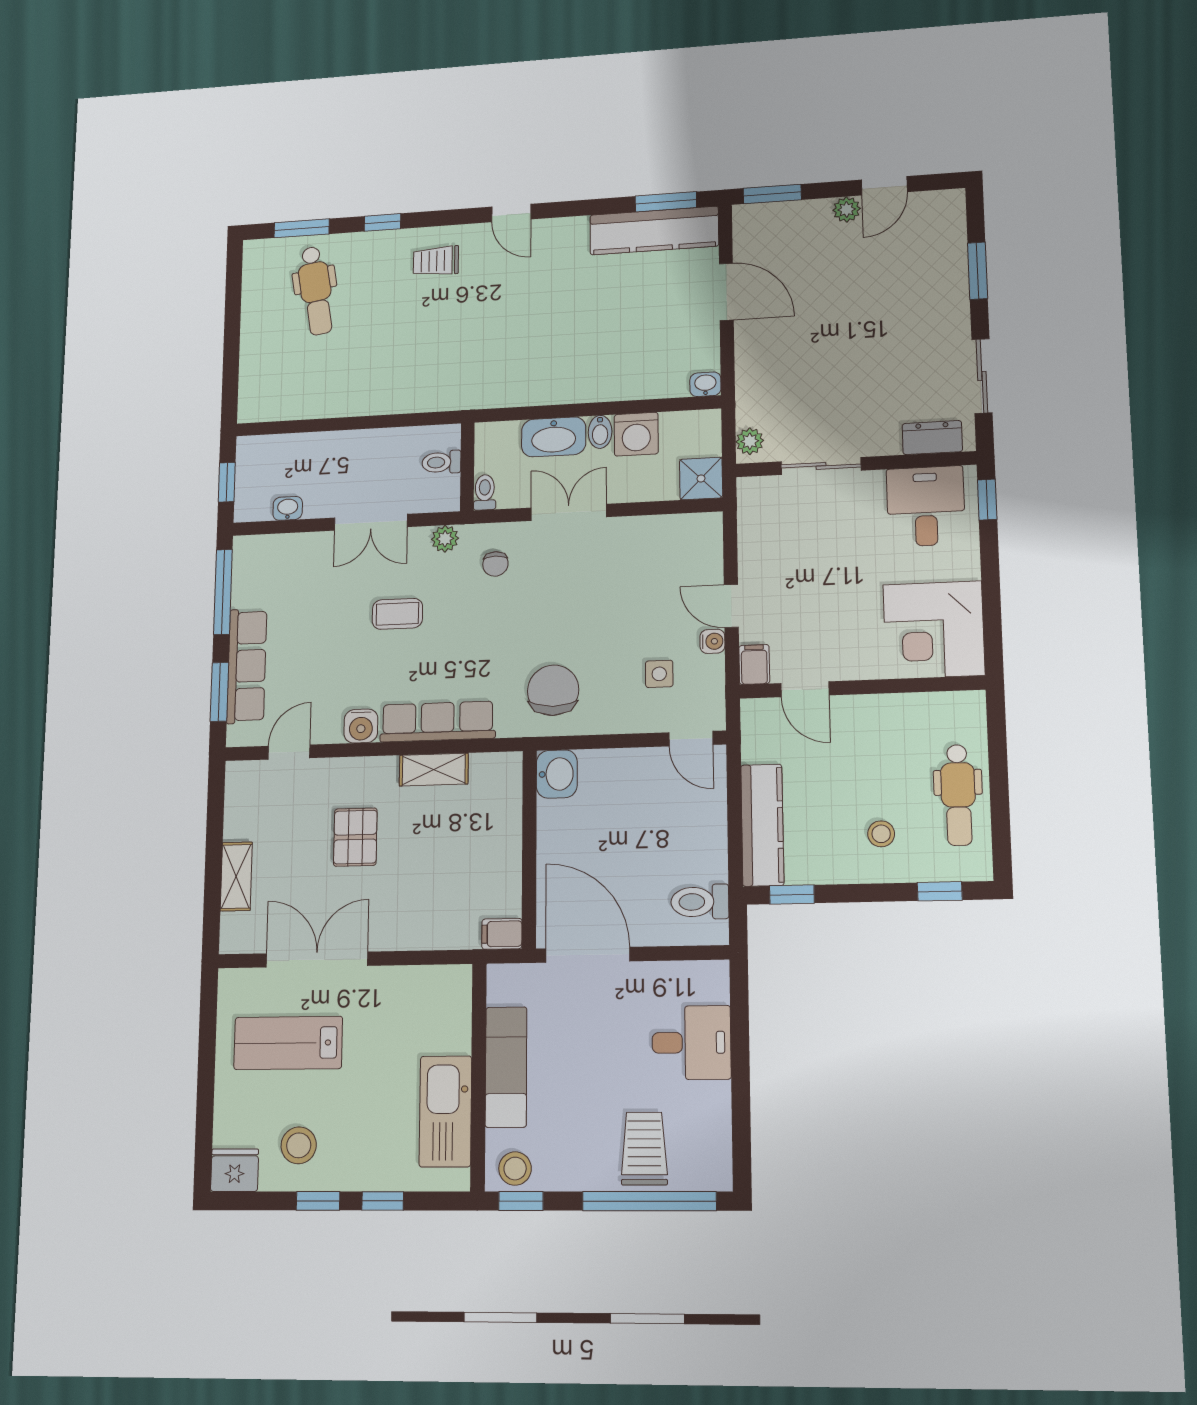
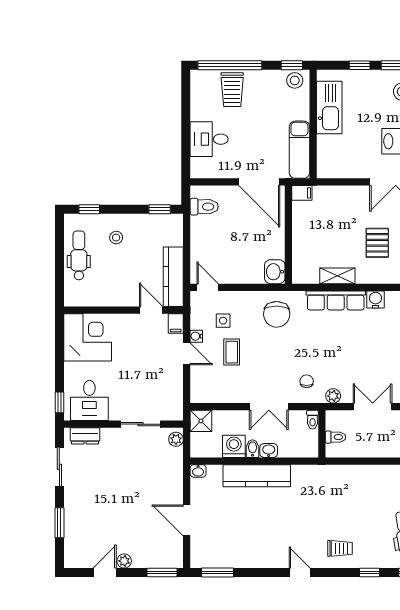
kitchen counter: (654, 231) -> (257, 476), moved, turned 180
washbasin: (554, 437) -> (269, 451), width x0.52, depth x0.69
coffee table: (397, 614) -> (232, 352), moved, turned 90
kitchen counter: (762, 825) -> (173, 277), moved
exam couch: (506, 1067) -> (299, 150), moved

